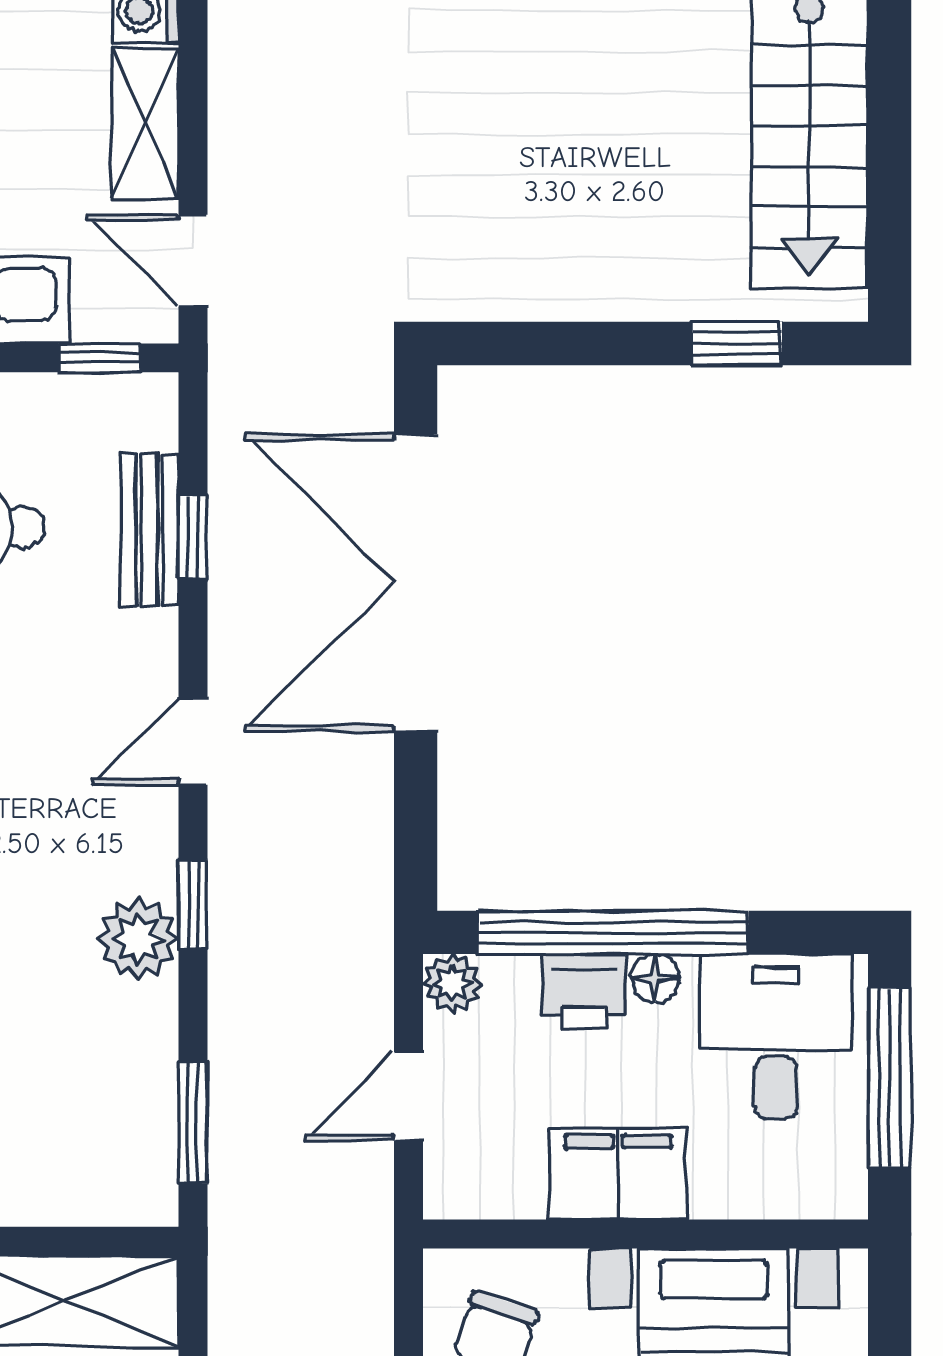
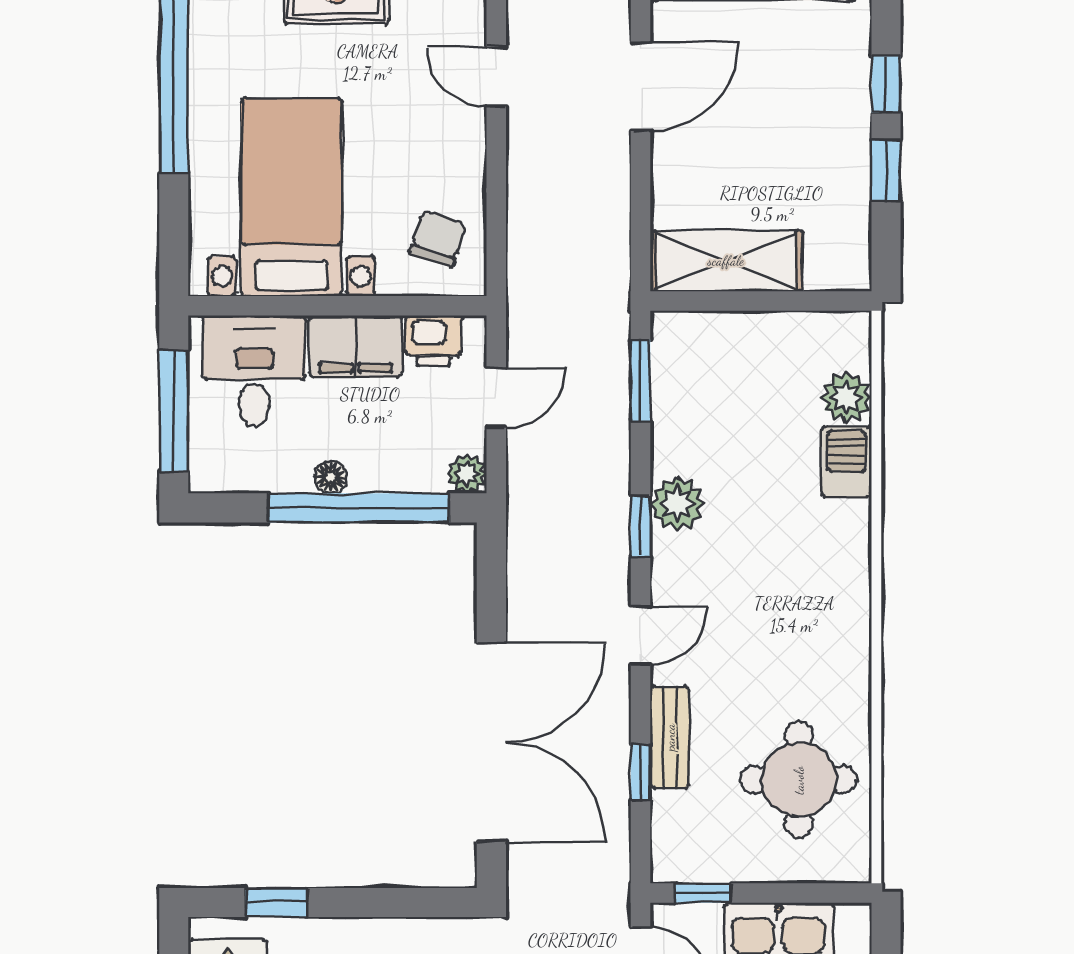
bench: (149, 529) -> (670, 737), moved
printer: (584, 992) -> (433, 341), moved, turned 180
desk: (776, 1036) -> (254, 371), moved, turned 180

